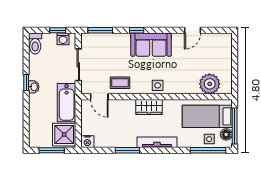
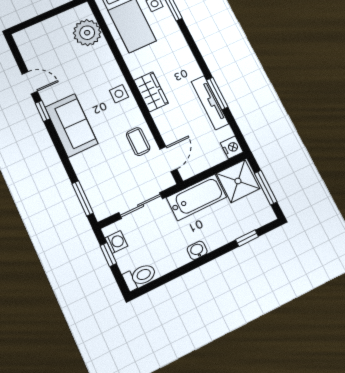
window: (137, 30) -> (43, 111), moved
window: (26, 82) -> (247, 238), moved
tv unit: (157, 142) -> (210, 103), moved

